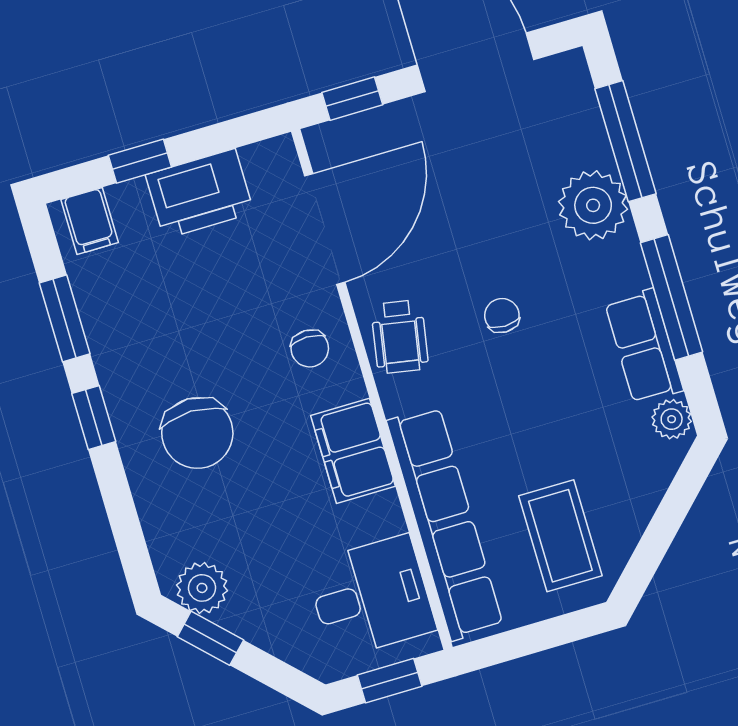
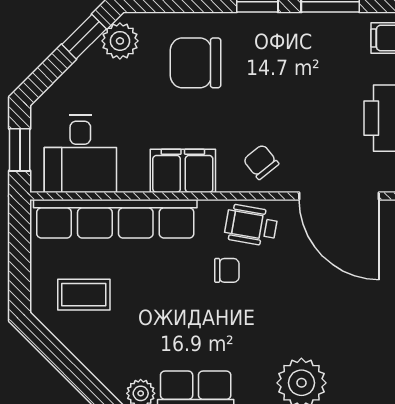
chair: (502, 316) -> (227, 270), moved
chair: (310, 348) -> (261, 162), turned 51
chair: (197, 433) -> (196, 63), moved
coffee table: (560, 536) -> (84, 295), width x0.73, depth x0.77

